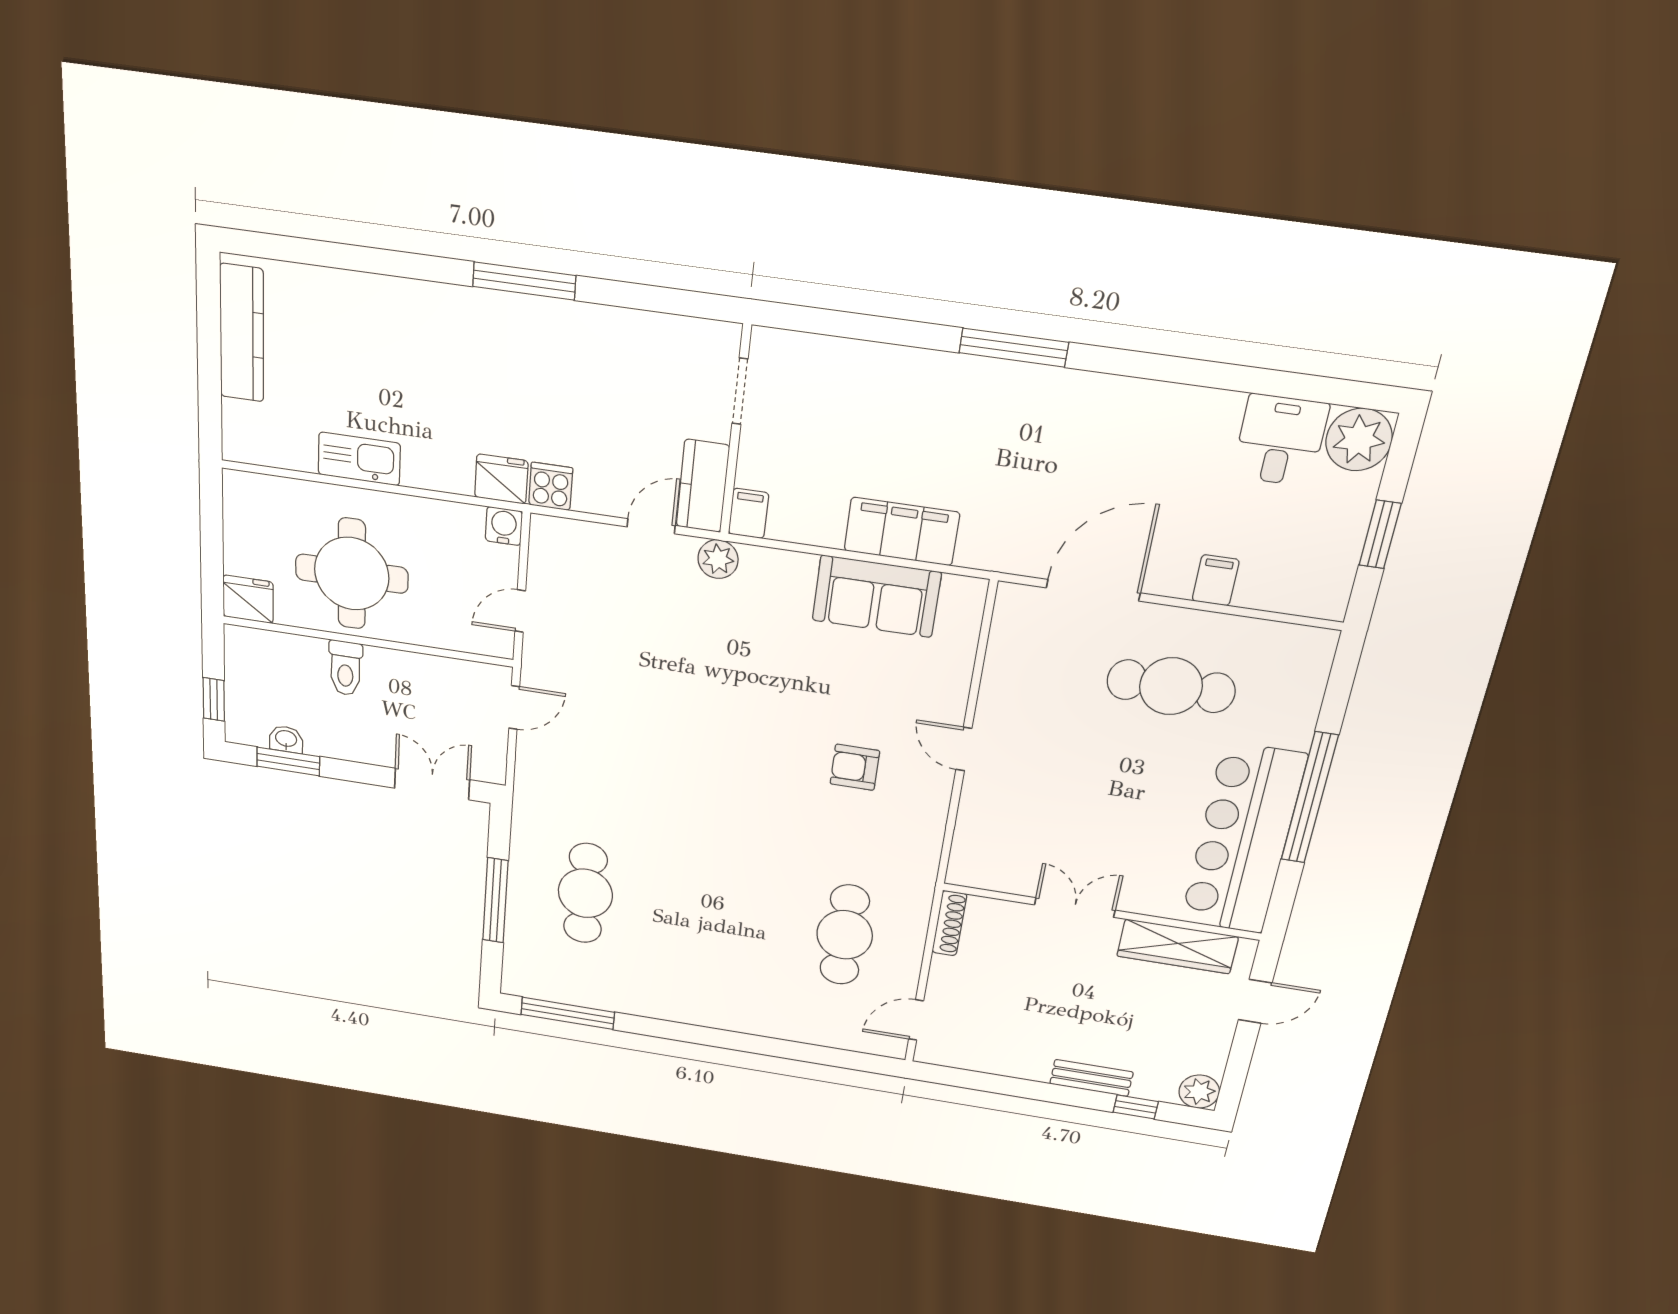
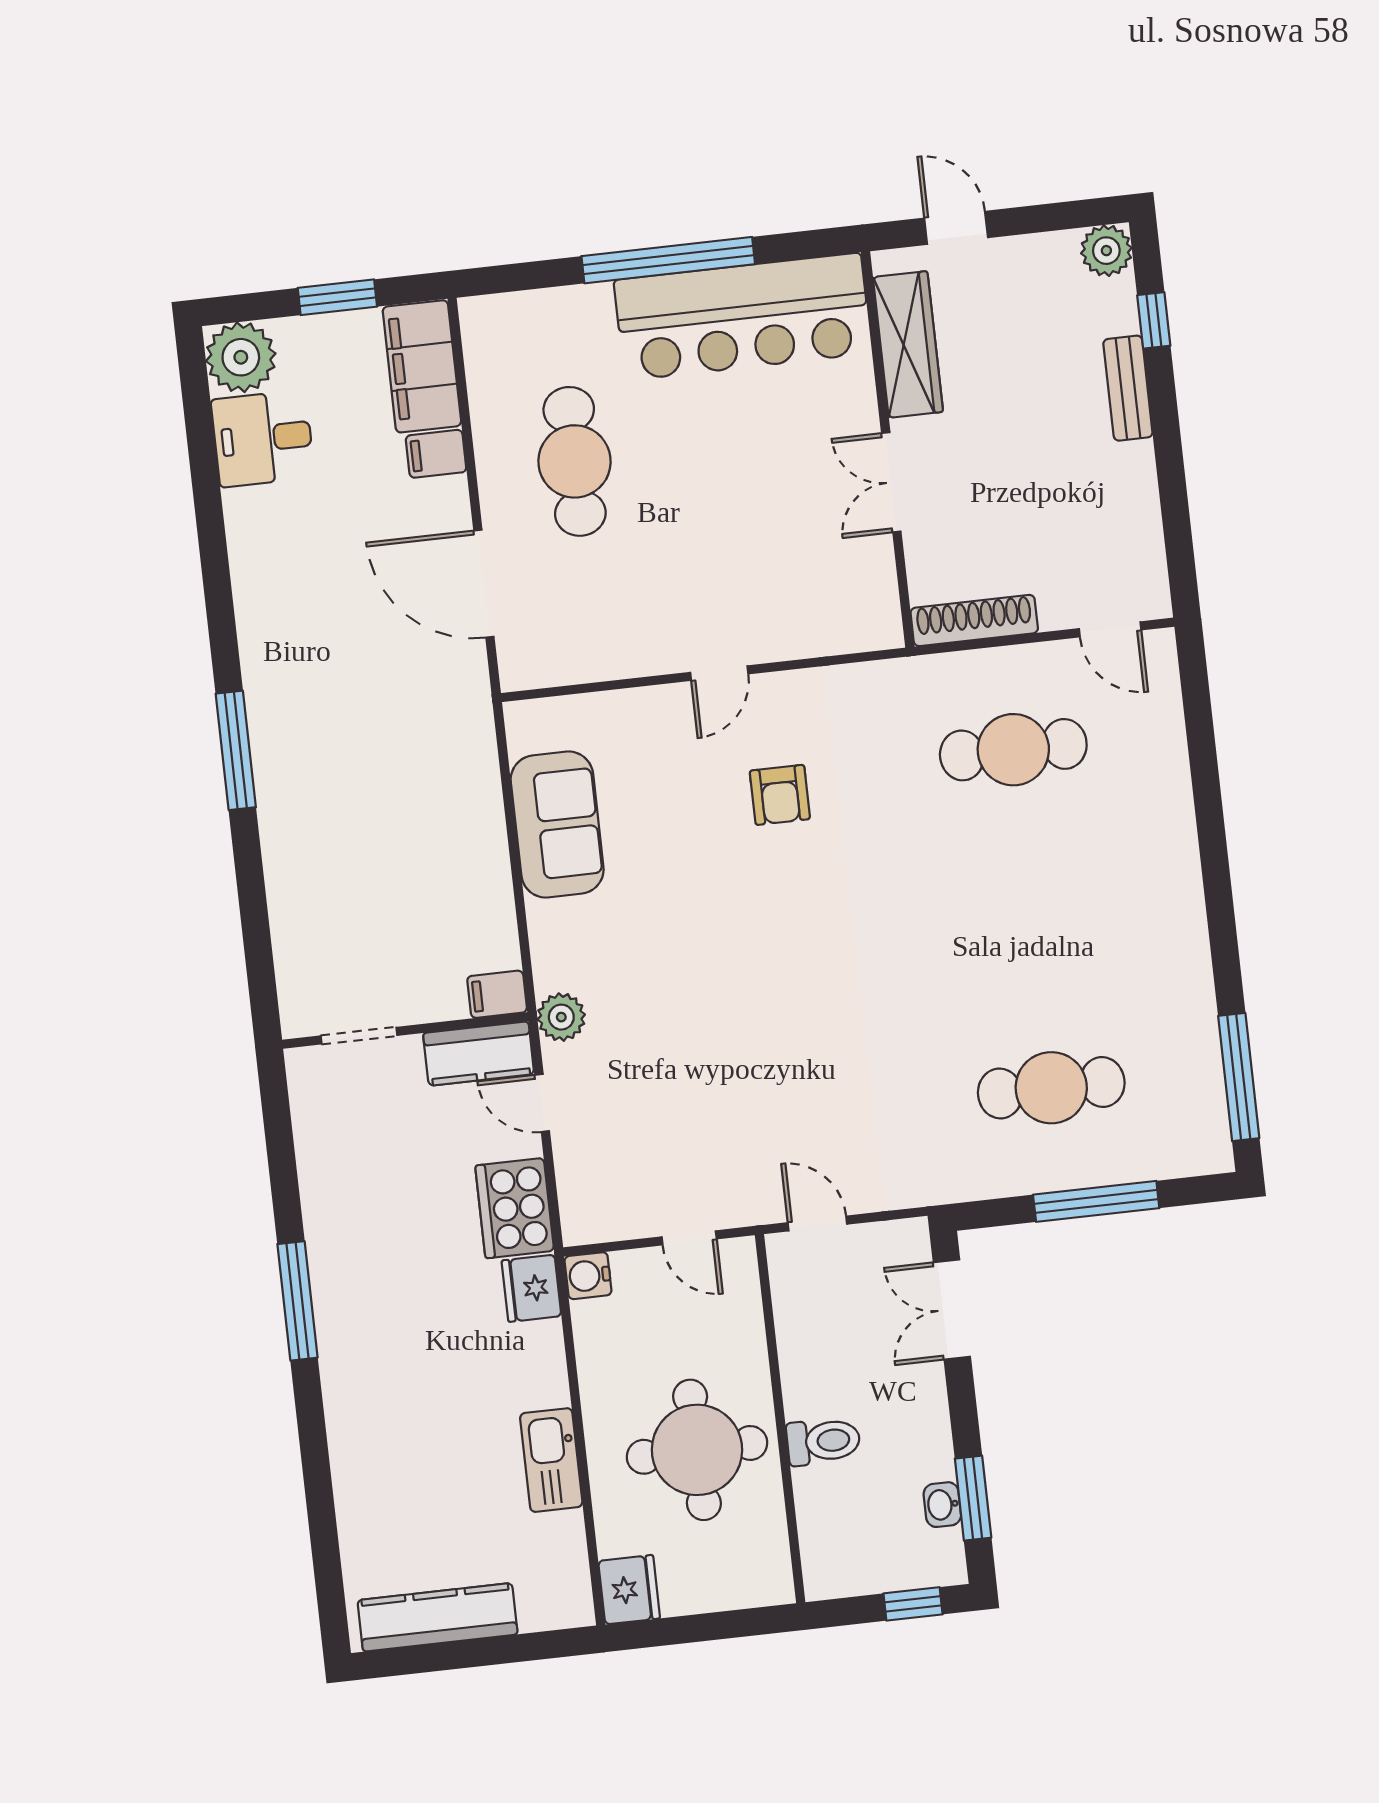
cooker: (551, 486) -> (515, 1208), width x1.87, depth x1.31
filing cabinet: (902, 531) -> (422, 366), moved
fridge: (248, 599) -> (629, 1590), moved, turned 180
shoe rack: (949, 923) -> (974, 621), width x1.36, depth x1.24

